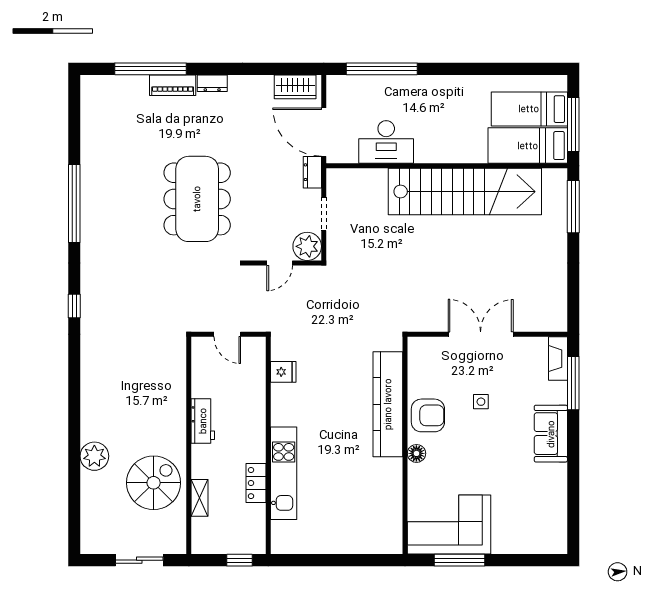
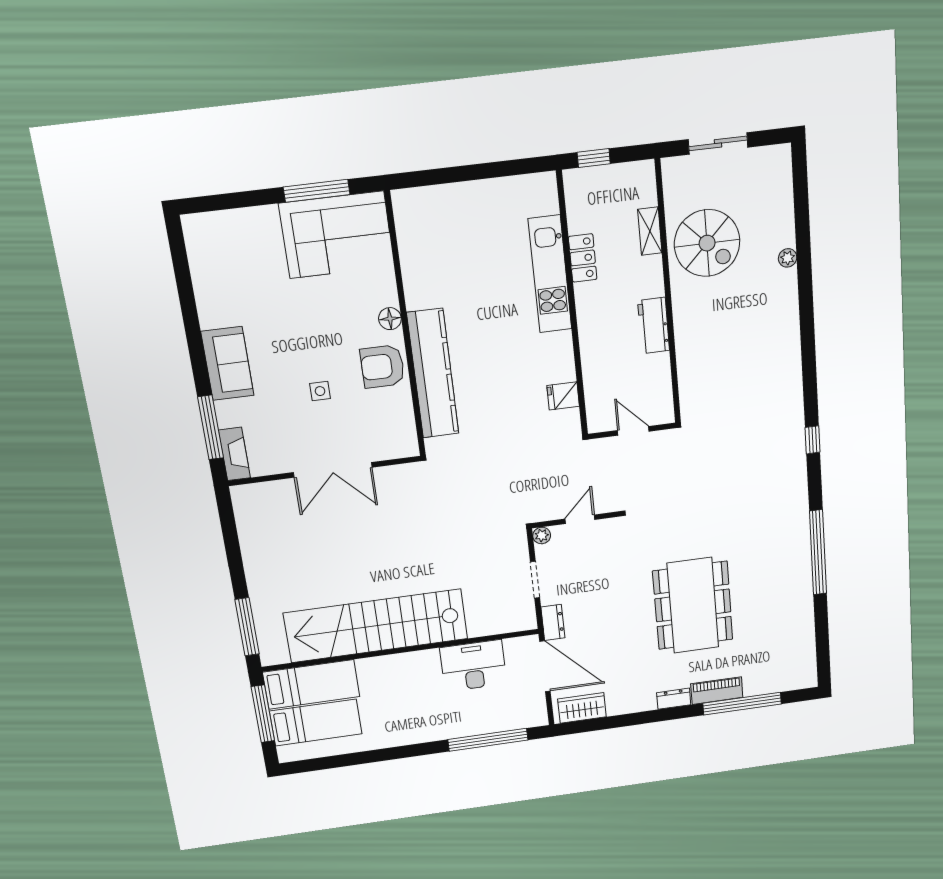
dining table: (197, 199) -> (693, 605), moved
plant: (307, 246) -> (542, 535), width x0.53, depth x0.53
plant: (94, 456) -> (788, 258), width x0.53, depth x0.53
spiral stairs: (154, 483) -> (707, 243), turned -90

